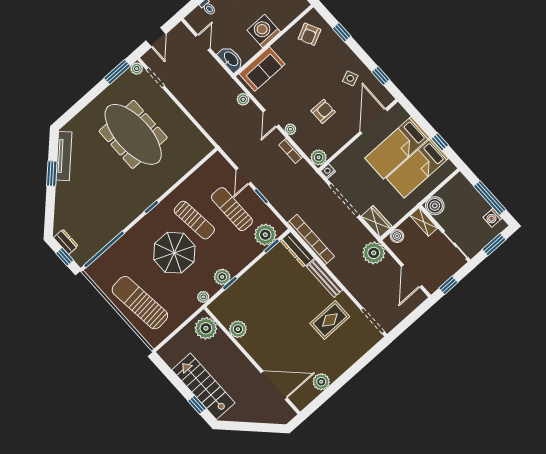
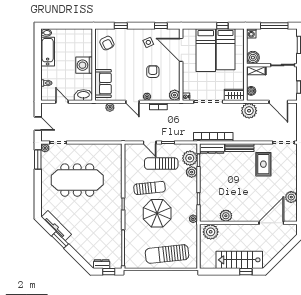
washing machine: (493, 218) -> (251, 33), moved
plant: (222, 277) -> (192, 172), moved

